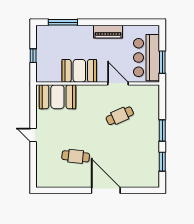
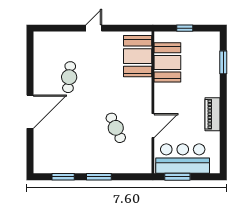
window: (63, 22) -> (223, 62), width x0.69
booth: (79, 71) -> (167, 62), moved

